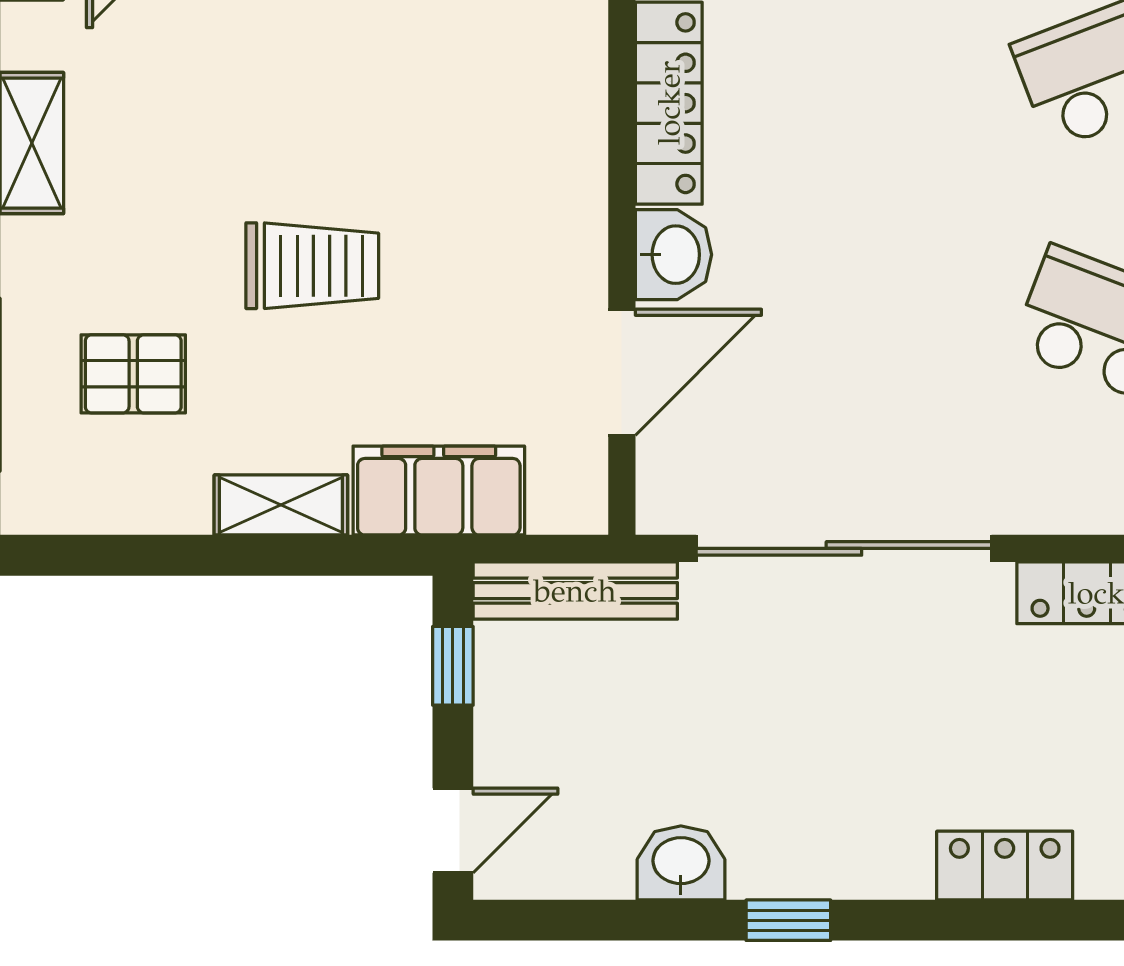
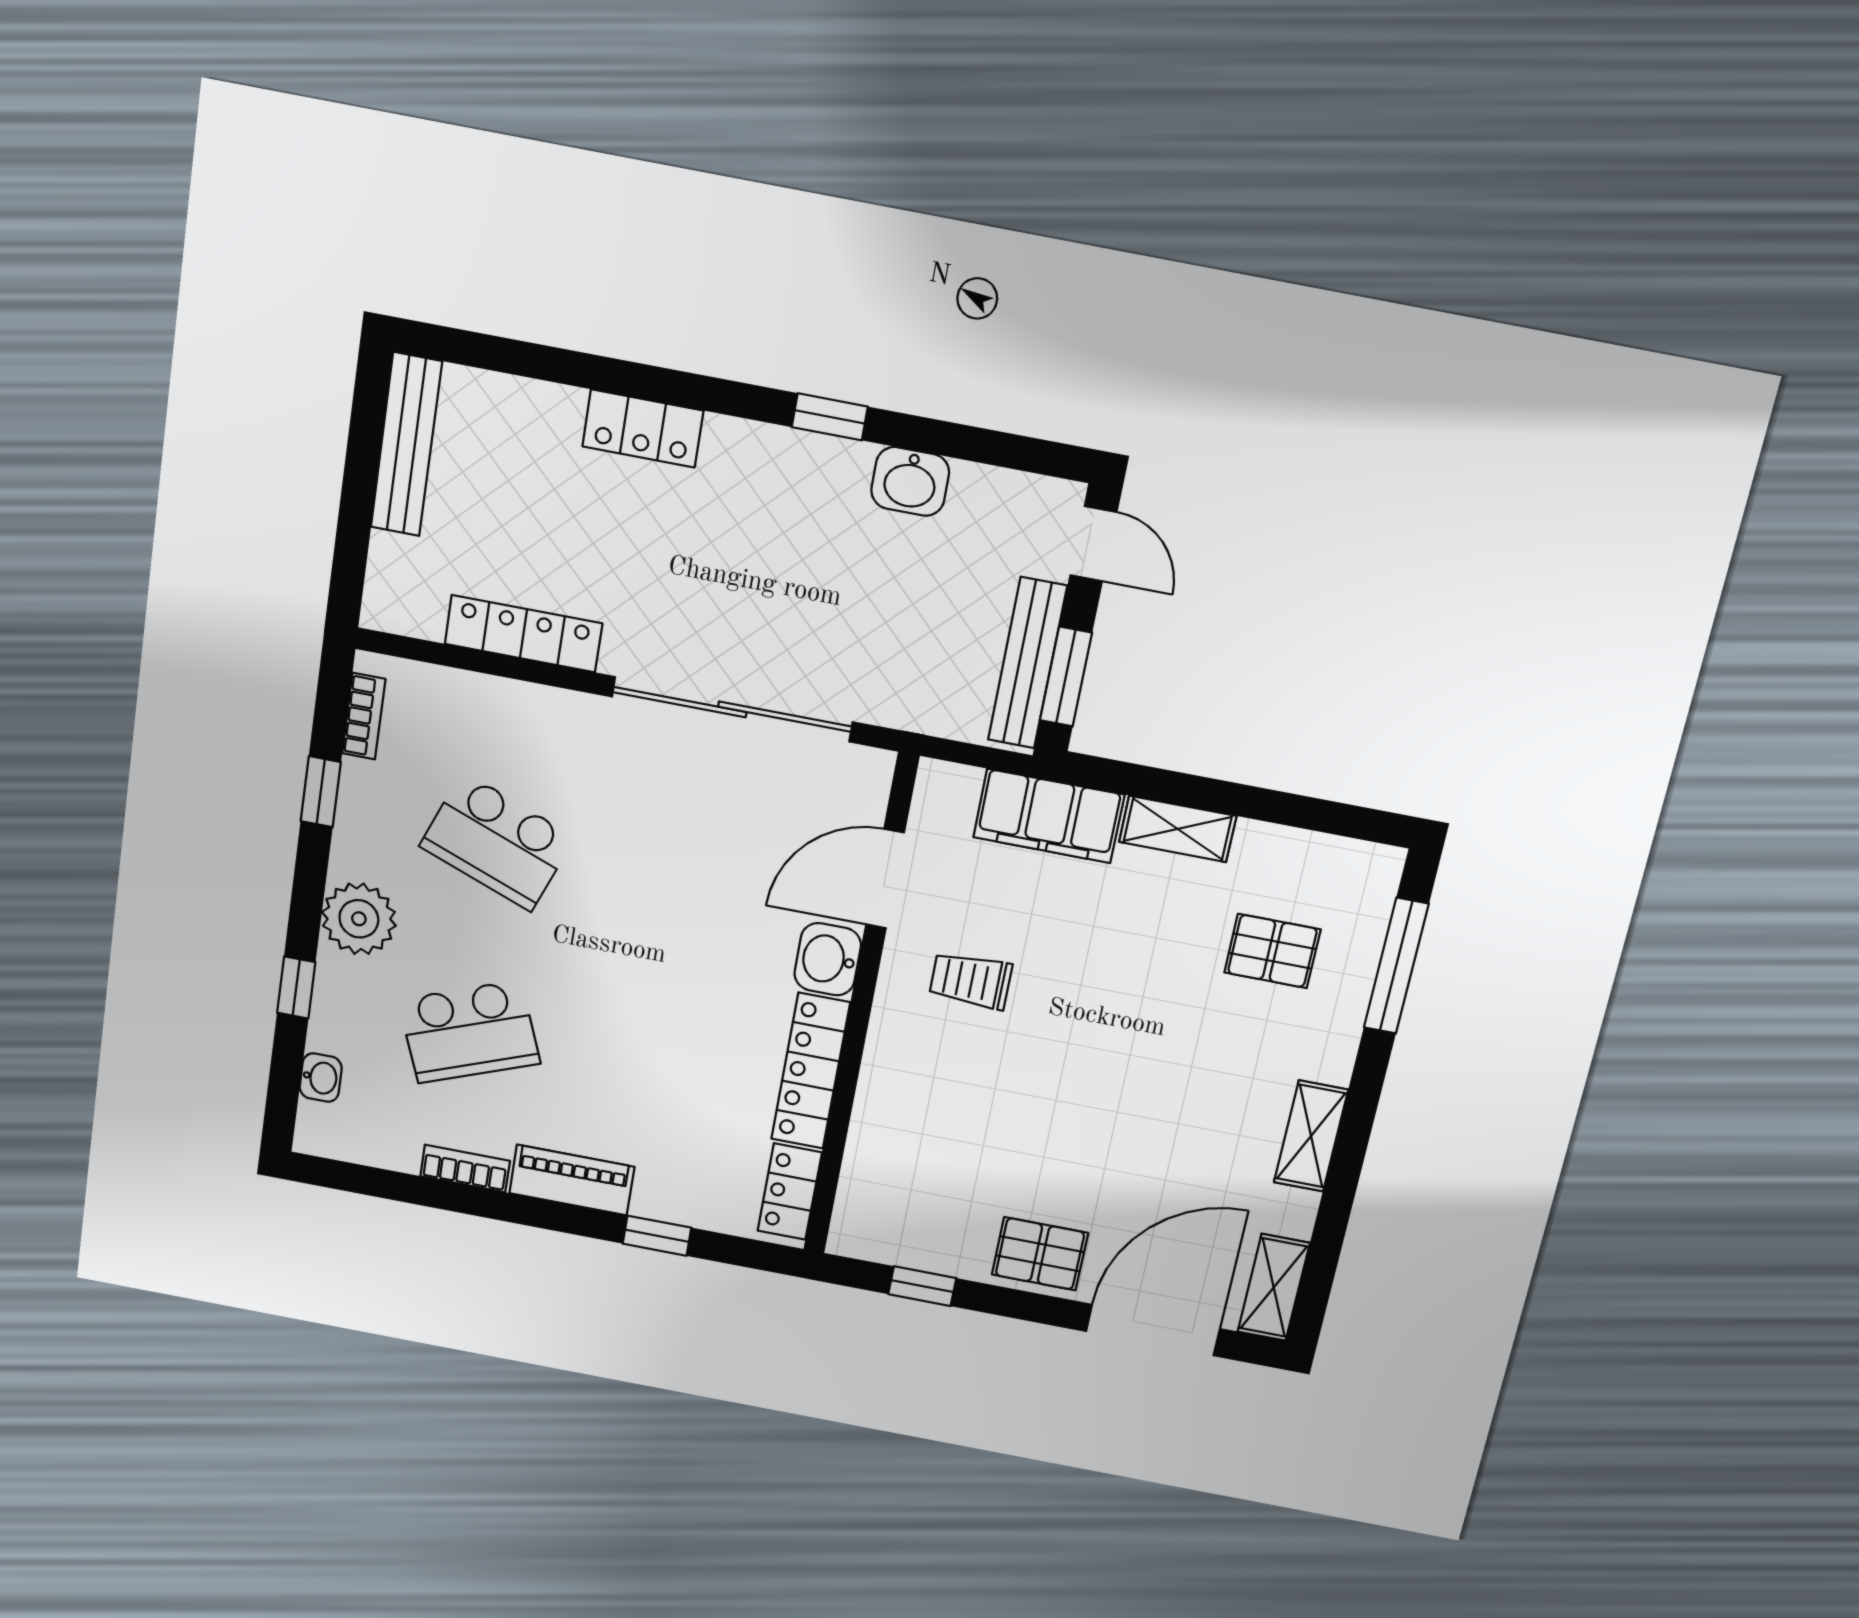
trolley: (312, 266) -> (971, 981), moved, width x0.73, depth x0.72
bench: (575, 591) -> (1027, 663), moved, turned 90
window: (453, 666) -> (1066, 677), width x1.50
door: (453, 830) -> (1093, 544), swing flipped

